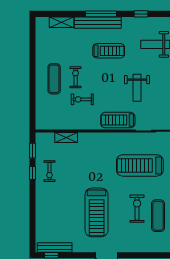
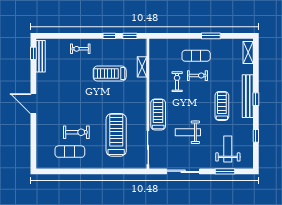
window: (101, 14) -> (256, 99), width x0.46
shelving: (61, 22) -> (248, 53), moved
treadmill: (109, 51) -> (222, 106), turned 180
window: (32, 63) -> (211, 36), added
exercise bike: (50, 171) -> (80, 49), moved
treadmill: (97, 212) -> (110, 74), moved, width x0.73, depth x0.73

